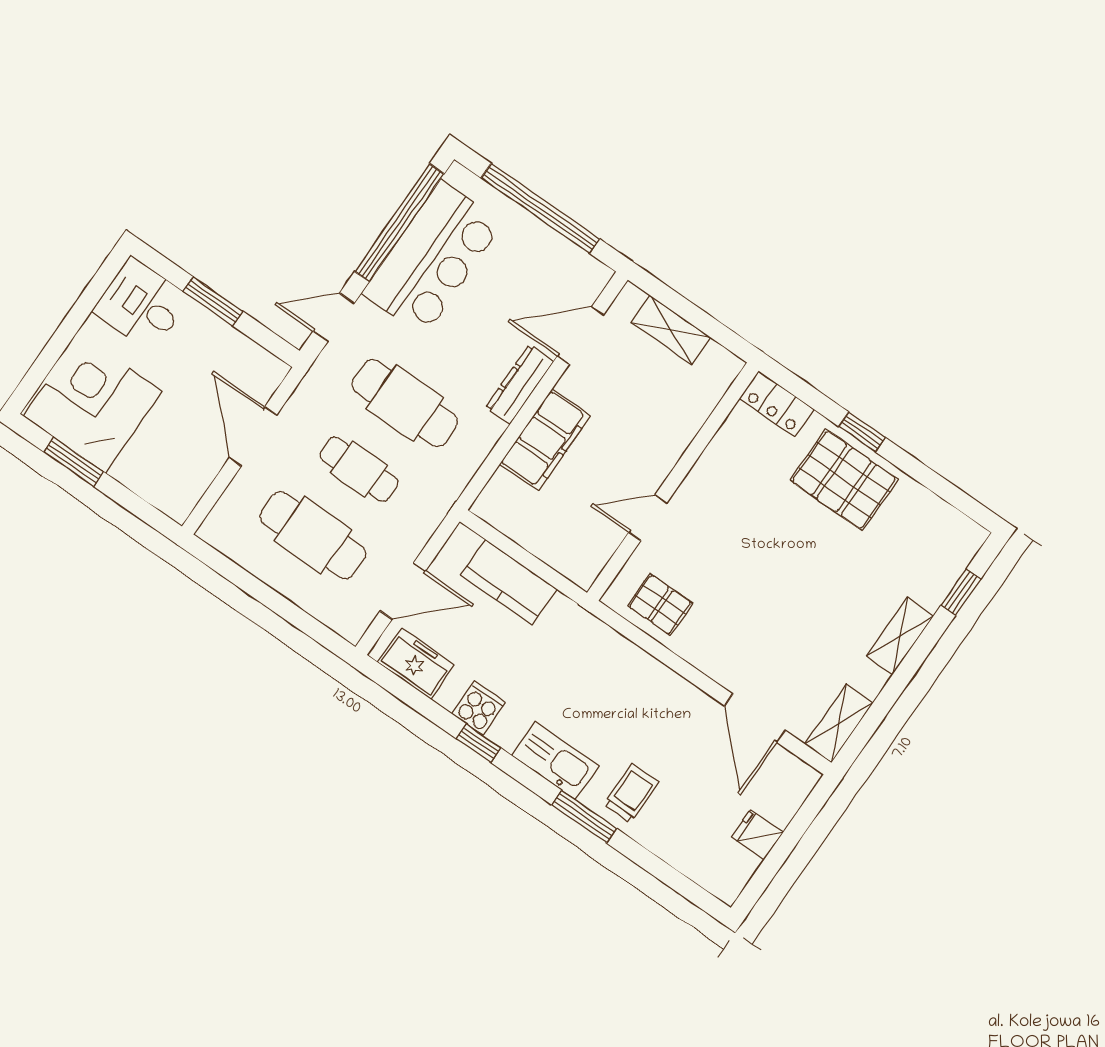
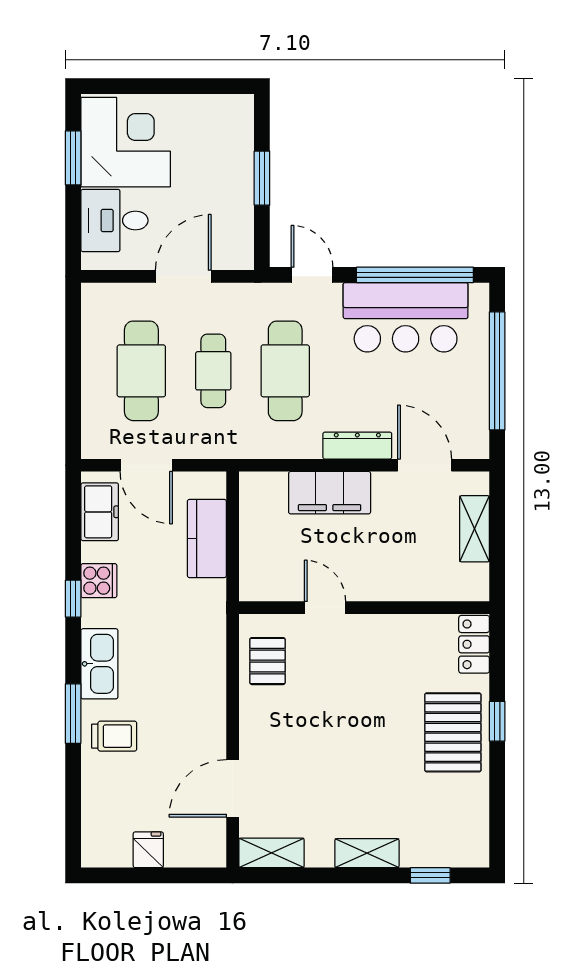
desk: (141, 305) -> (114, 220), moved, turned -90

